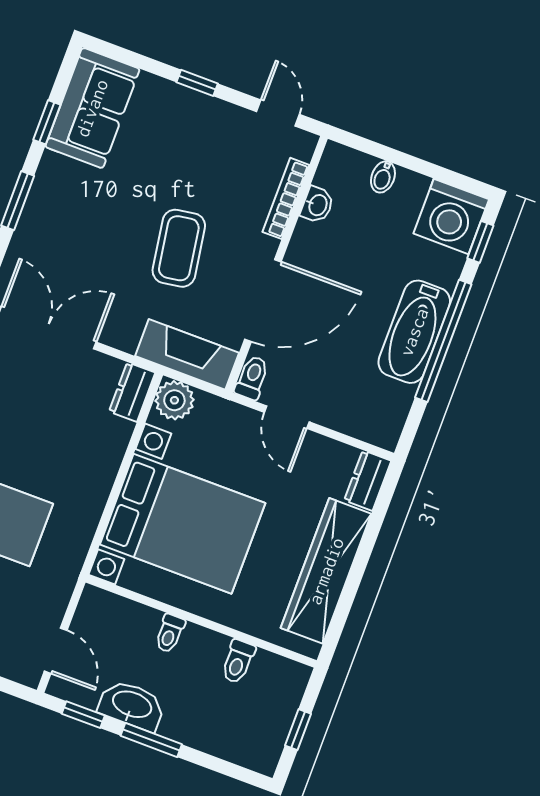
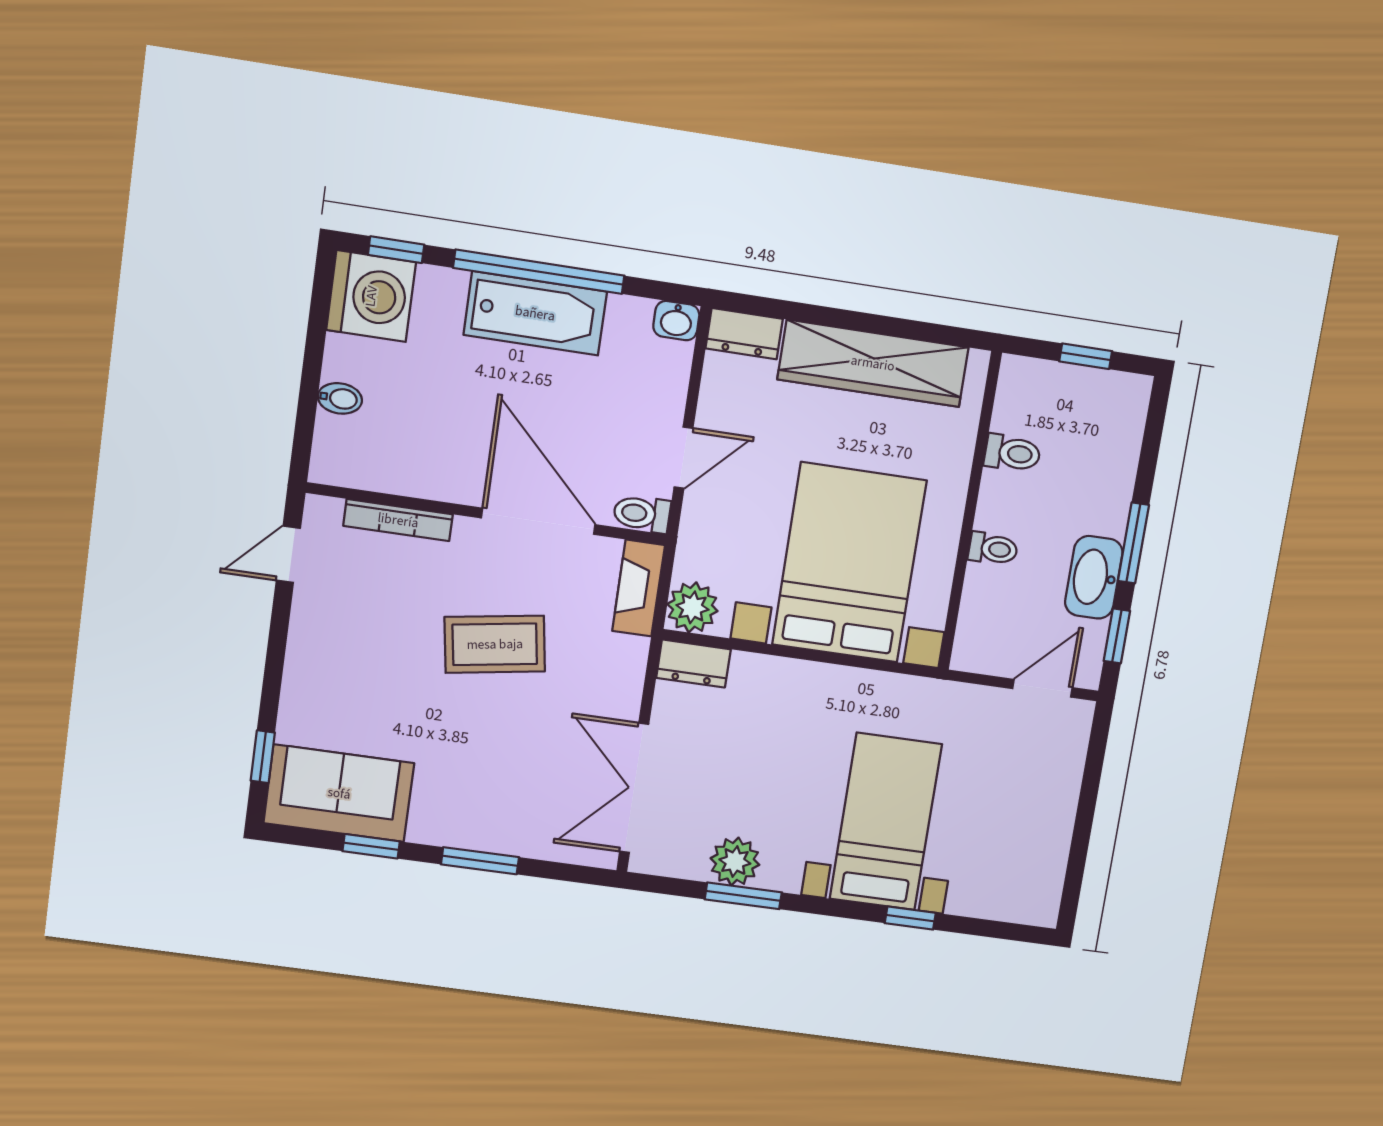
window: (197, 83) -> (263, 757), moved
washbasin: (317, 205) -> (676, 321), moved, turned 180
fireplace: (187, 354) -> (639, 588), width x0.73, depth x0.76

